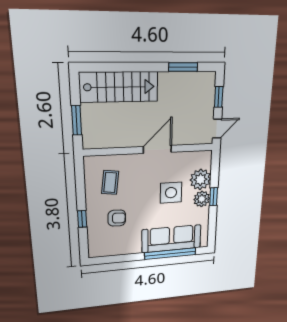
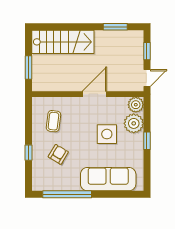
plant: (202, 199) -> (136, 105), moved
armchair: (117, 218) -> (58, 154), turned -61
window: (170, 254) -> (67, 194), moved

